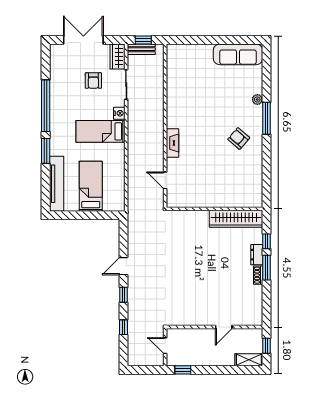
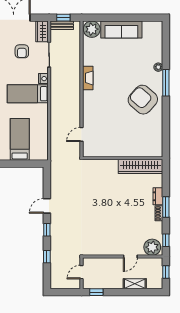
plant: (177, 54) -> (92, 29), added
sofa: (238, 54) -> (121, 30), moved
armchair: (239, 139) -> (143, 100), width x1.88, depth x1.88
fireplace: (173, 143) -> (88, 78), moved
door: (165, 180) -> (82, 134), hinge flipped
window: (266, 241) -> (166, 240), moved
plant: (250, 316) -> (152, 247), added
door: (165, 346) -> (82, 272), hinge flipped
shelving: (249, 360) -> (135, 284), moved

